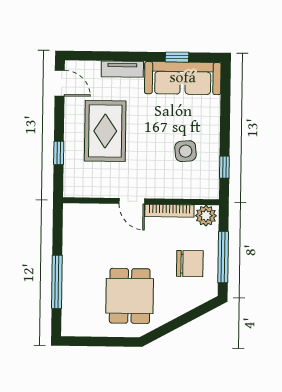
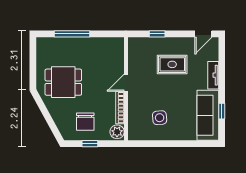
rug: (105, 131) -> (172, 64), width x0.73, depth x0.70
window: (224, 167) -> (149, 144), removed
window: (223, 257) -> (90, 144), width x0.46

